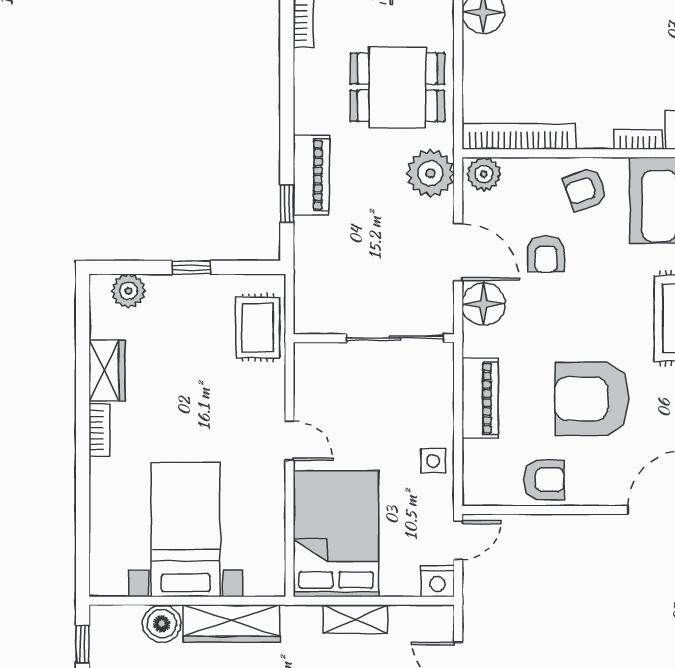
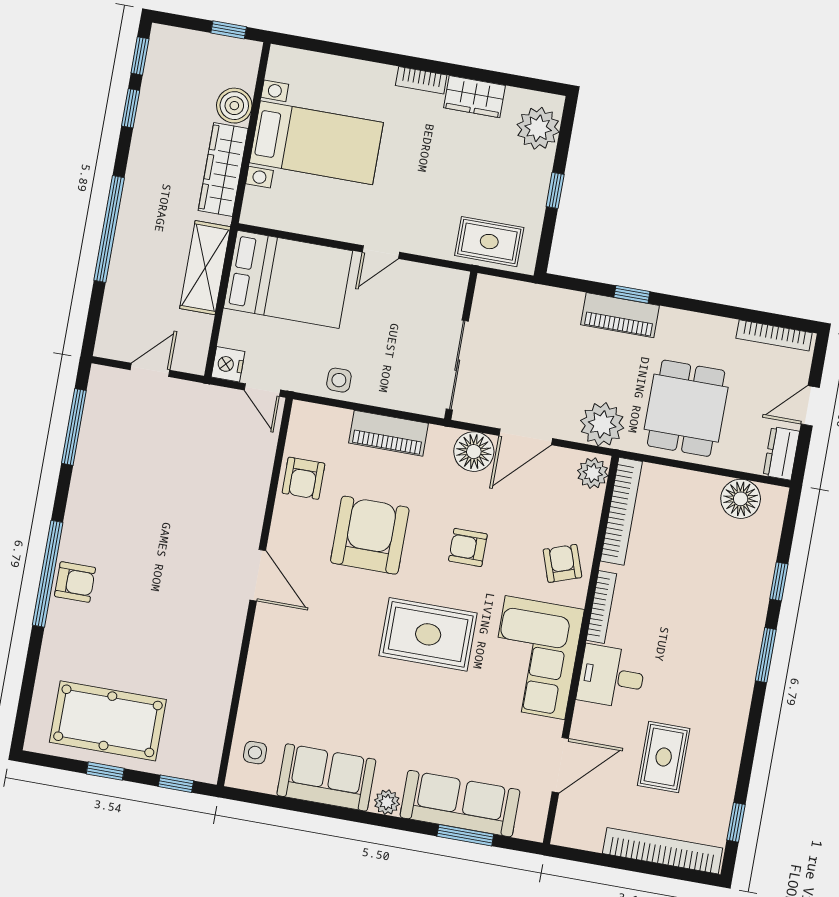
bookcase: (638, 140) -> (601, 607), width x1.56
window: (287, 203) -> (632, 294), moved
armchair: (546, 254) -> (468, 547), moved
plant: (128, 291) -> (538, 128), width x1.36, depth x1.36
shelving: (355, 619) -> (205, 268), width x1.50, depth x1.33

